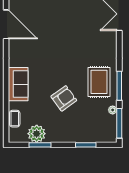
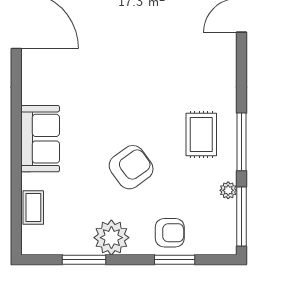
rug: (99, 82) -> (201, 135), width x0.73, depth x0.70
armchair: (83, 131) -> (170, 233), added
plant: (37, 134) -> (111, 238), moved

